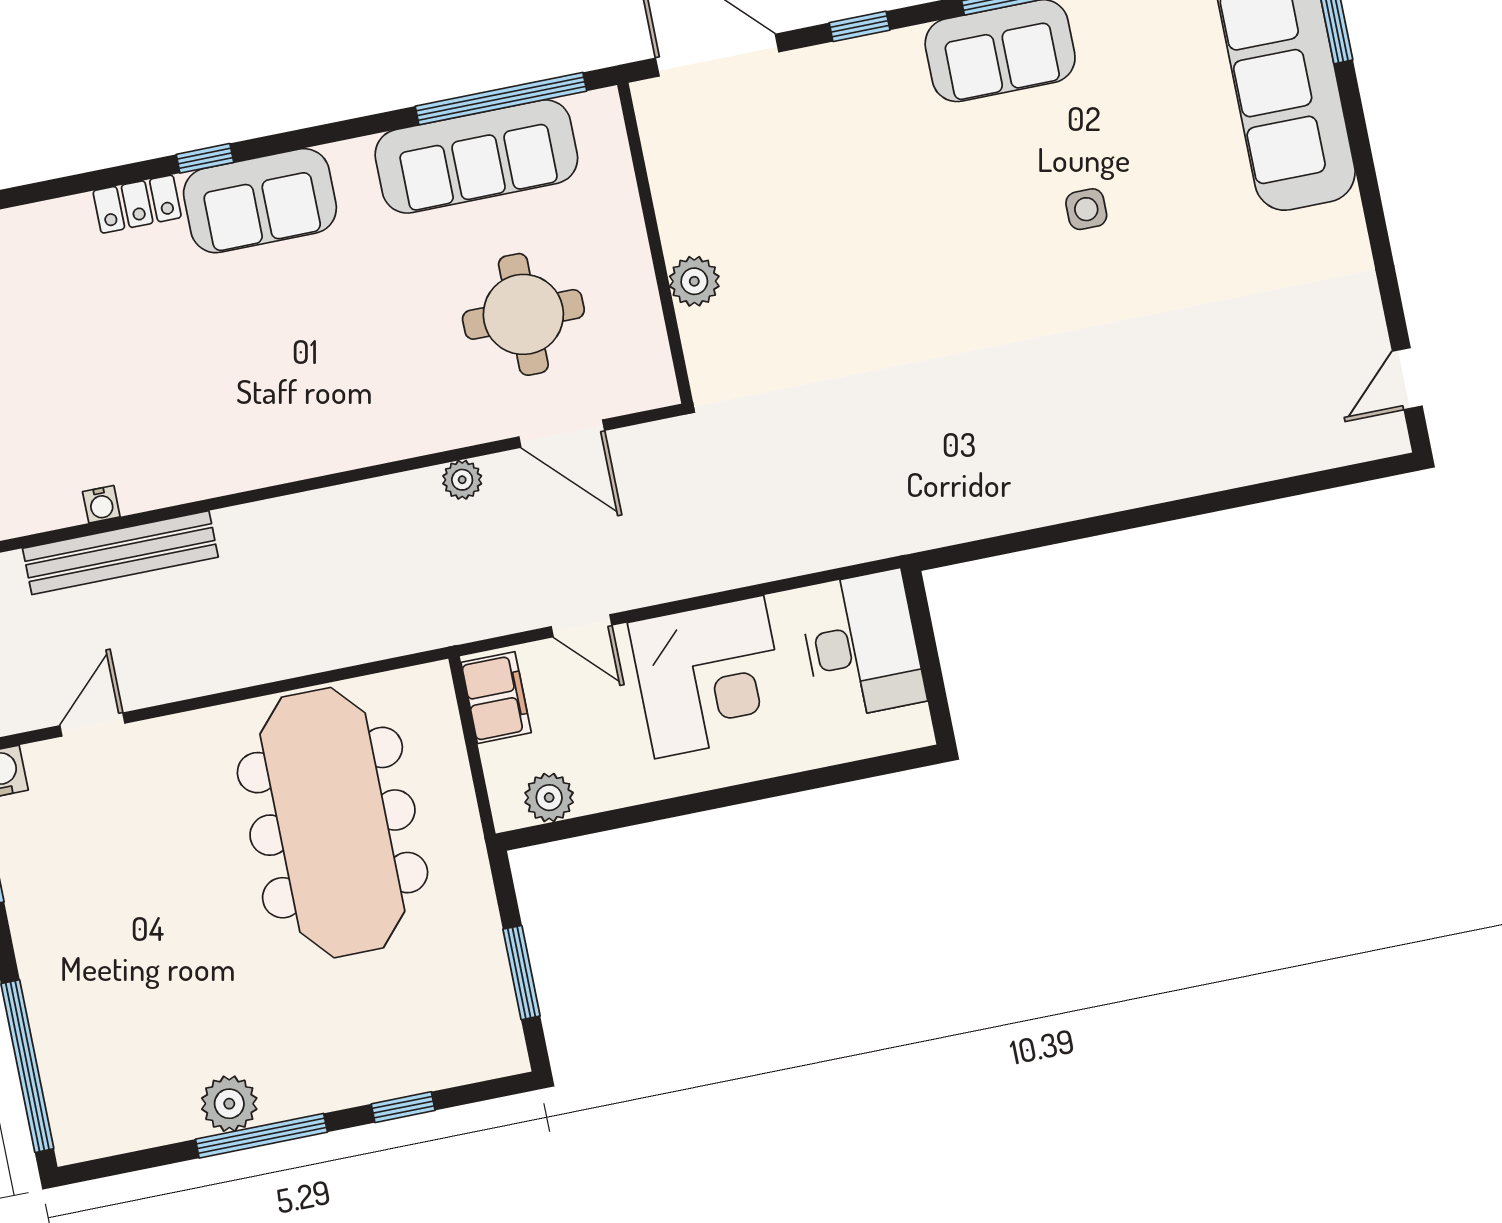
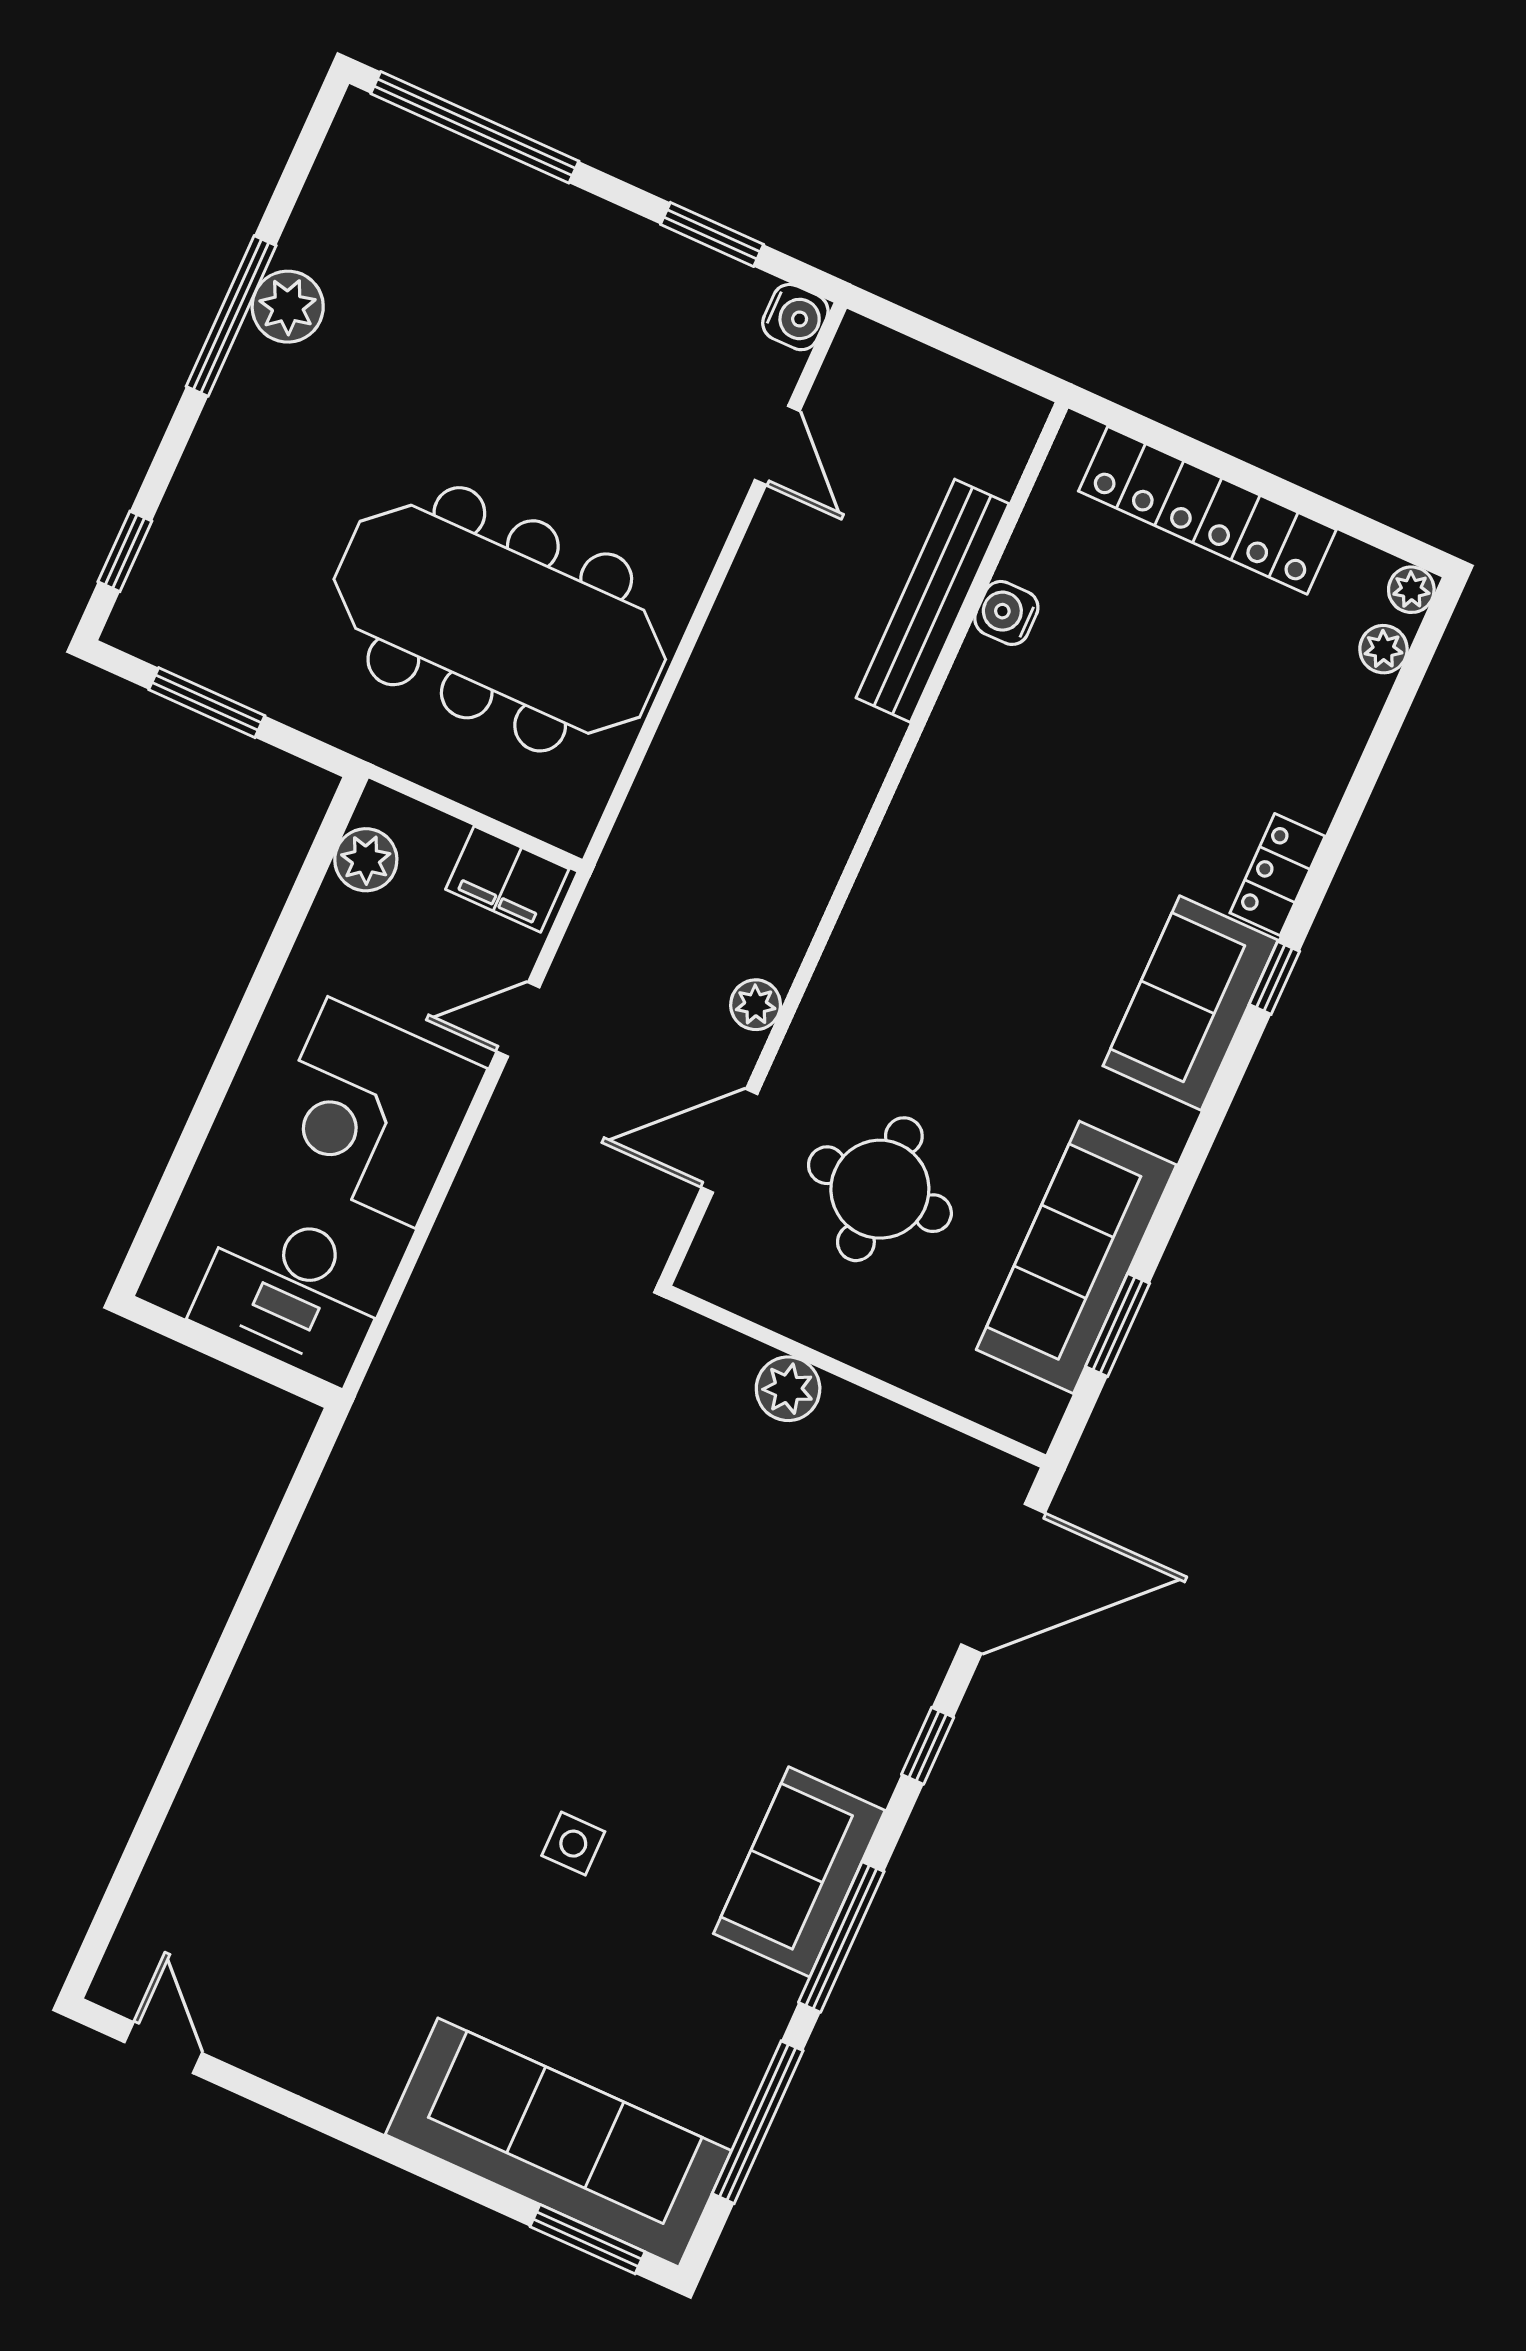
window: (501, 99) -> (1118, 1325), width x0.47
water cooler: (101, 504) -> (1006, 613), width x1.38, depth x1.38
window: (403, 1107) -> (125, 551), moved

